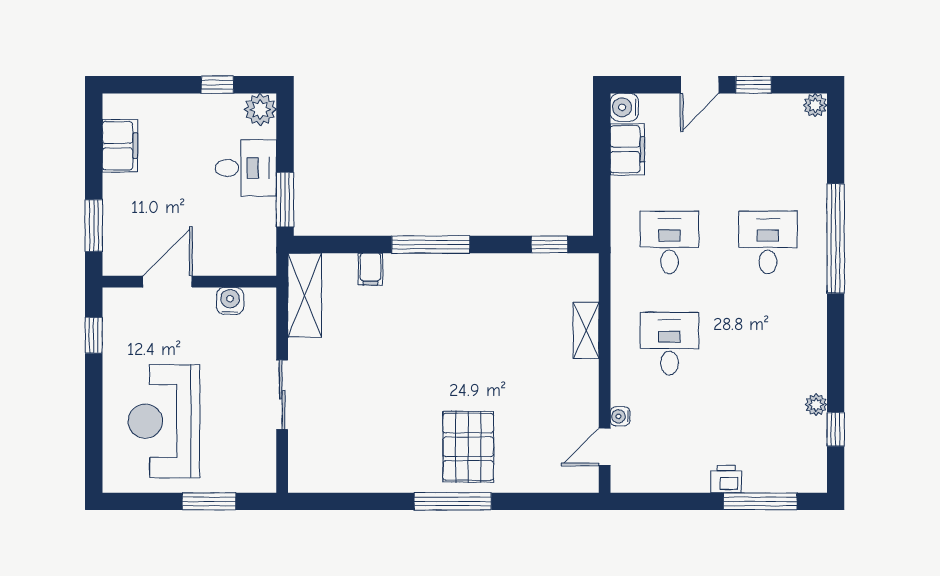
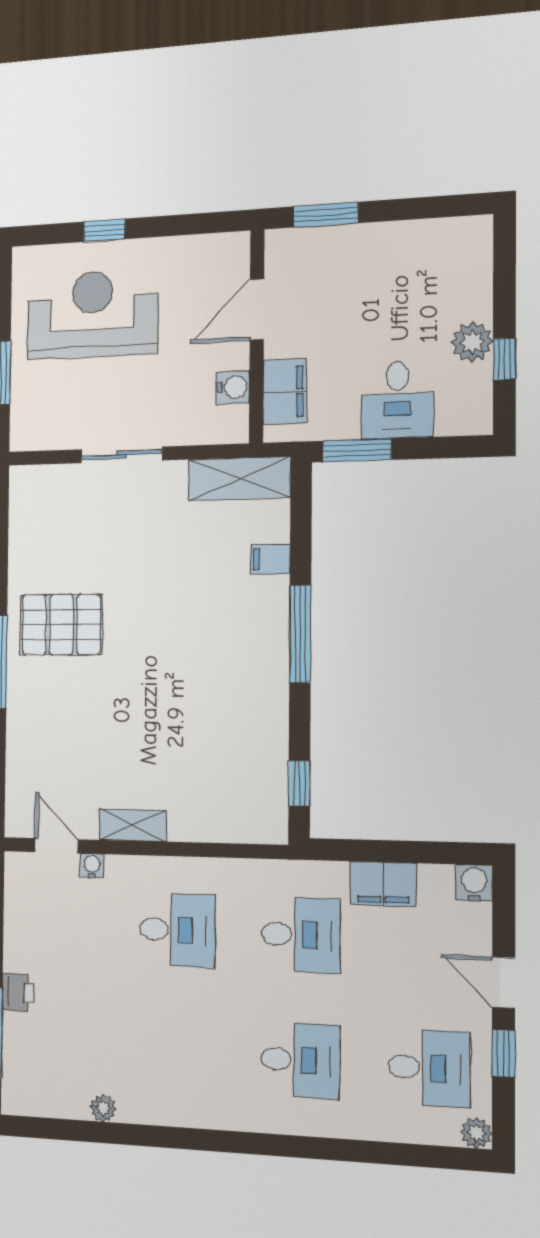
plant: (260, 109) -> (472, 342), moved
desk: (768, 141) -> (429, 1068), added
filing cabinet: (120, 146) -> (285, 392), moved, turned -90
filing cabinet: (627, 149) -> (383, 884), moved
window: (836, 238) -> (305, 1147), removed
door: (167, 282) -> (257, 309), swing flipped
shelving: (586, 330) -> (133, 825), moved
window: (94, 335) -> (104, 230), moved
window: (836, 429) -> (74, 1130), removed
pallet: (468, 447) -> (61, 625), moved

